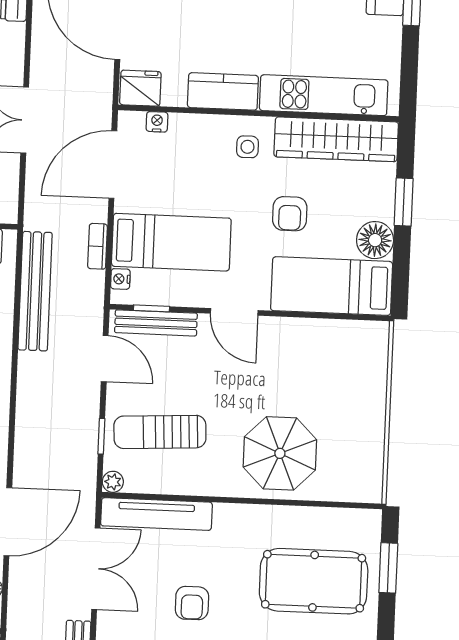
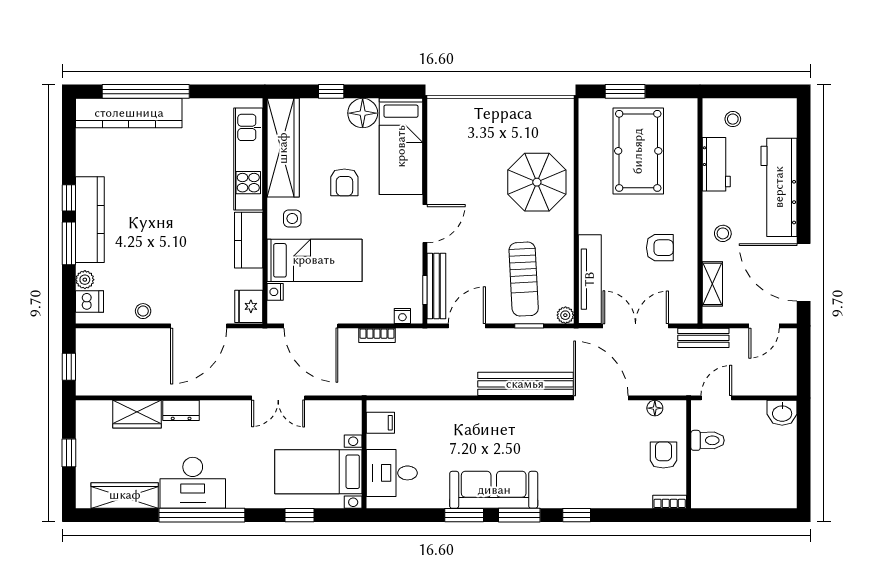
window: (404, 202) -> (331, 91), width x0.67
armchair: (290, 214) -> (344, 182), turned 90
bed: (171, 242) -> (314, 260), moved, turned 90
bench: (35, 291) -> (525, 384), moved

